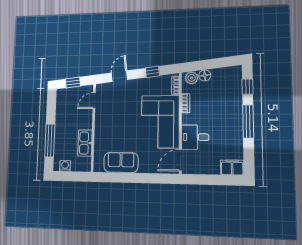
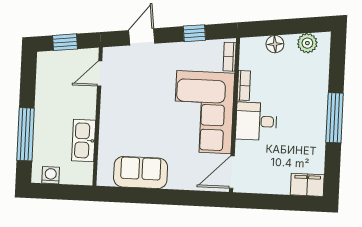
plant: (192, 78) -> (307, 43), moved
window: (247, 87) -> (337, 65), removed
desk: (195, 137) -> (256, 121), moved

